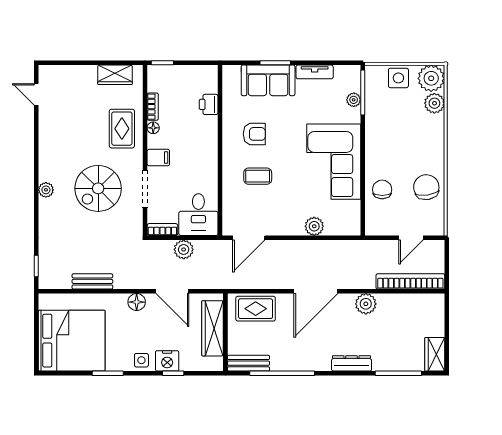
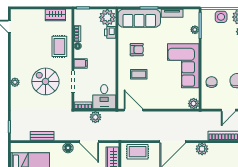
plant: (204, 79) -> (107, 17), added
sofa: (268, 80) -> (139, 18), width x1.36
spiral stairs: (98, 188) -> (45, 81), turned 90
plant: (314, 226) -> (194, 104), moved
door: (249, 238) -> (134, 110), swing flipped

